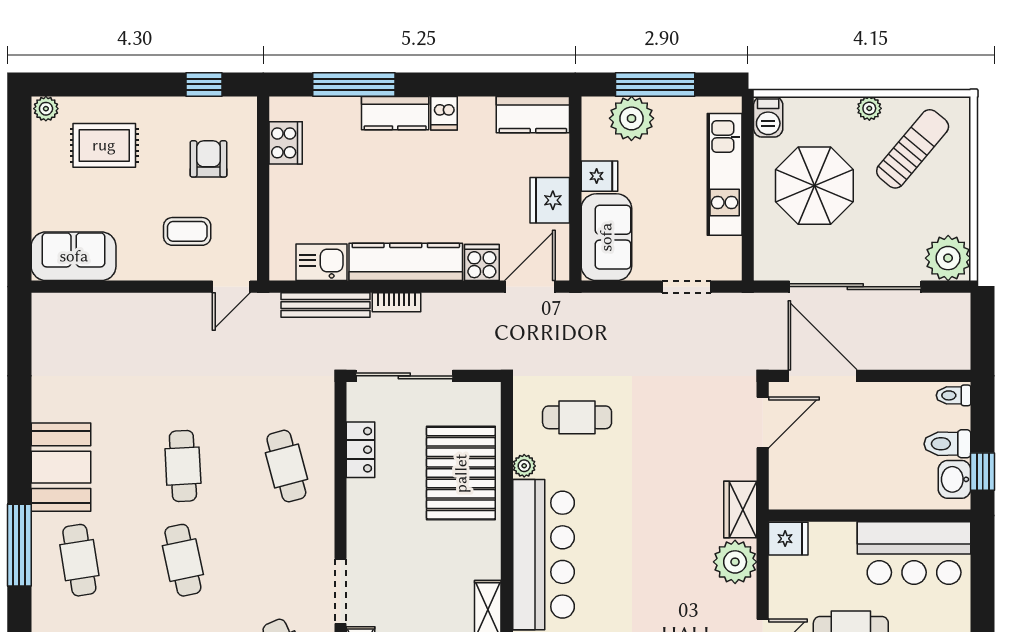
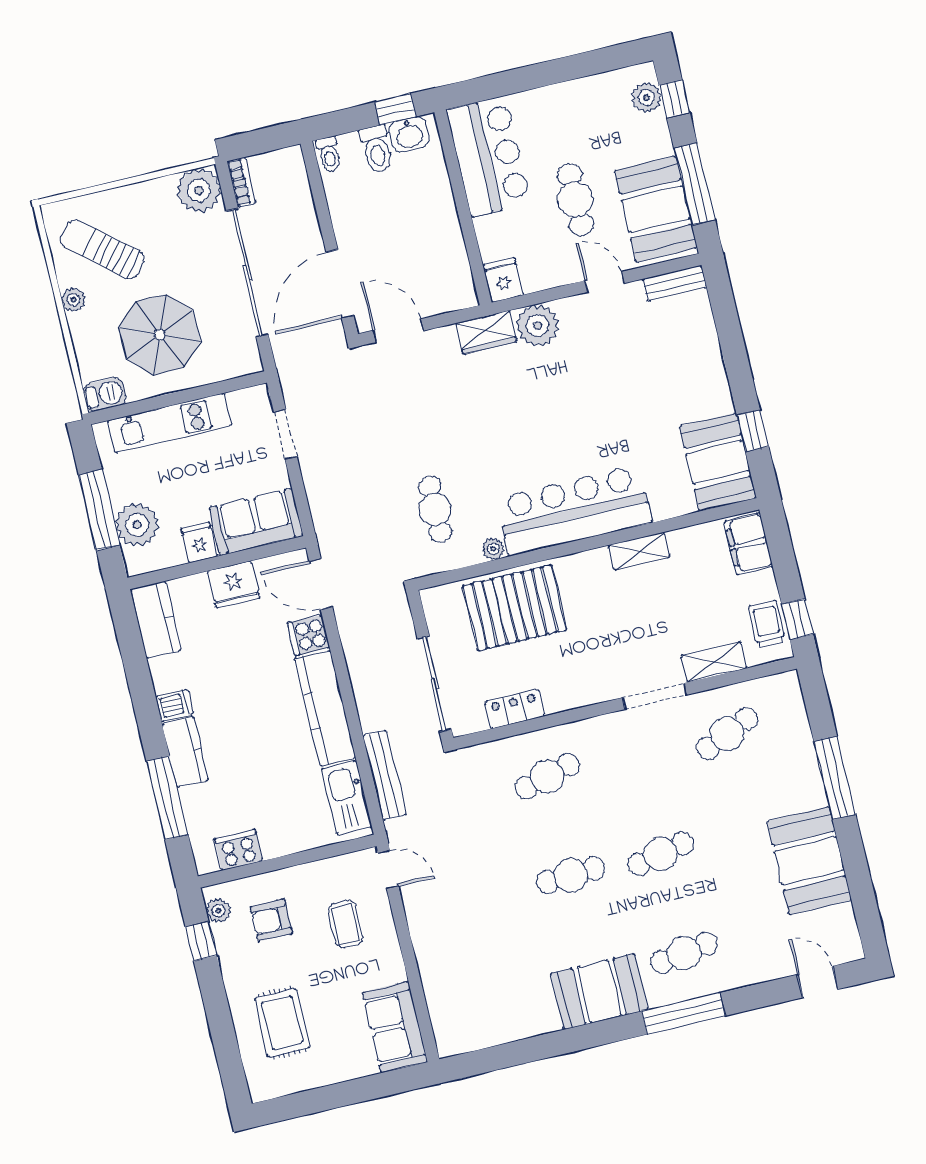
plant: (46, 109) -> (218, 911), moved
kitchen sink: (322, 262) -> (347, 798), width x1.38
bookcase: (397, 302) -> (242, 182), moved

